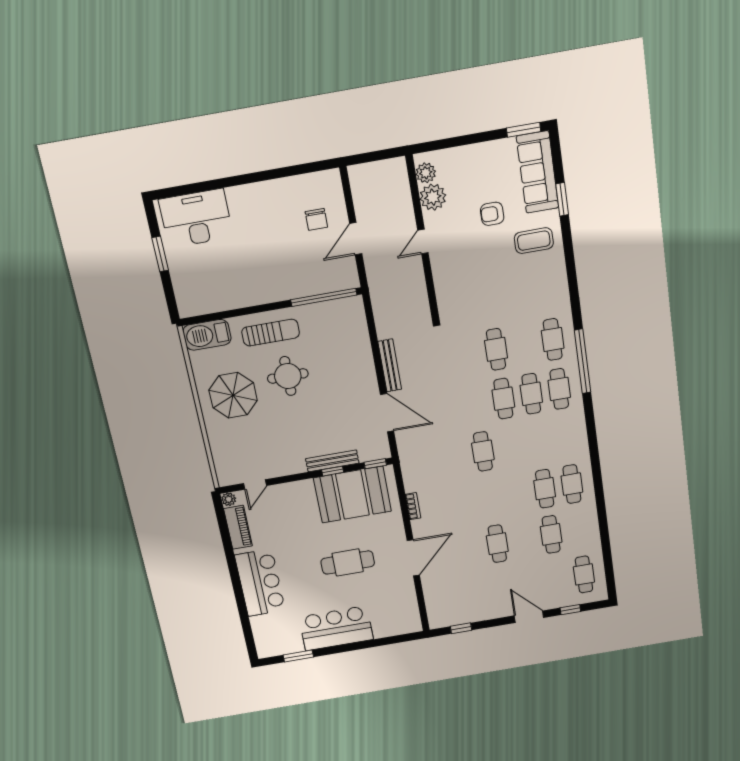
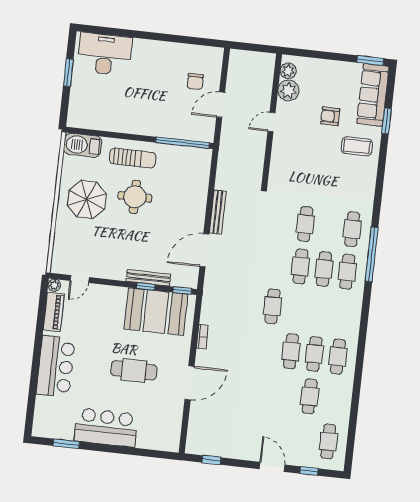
door: (387, 413) -> (204, 250), swing flipped
cafe table: (497, 544) -> (291, 351), moved

